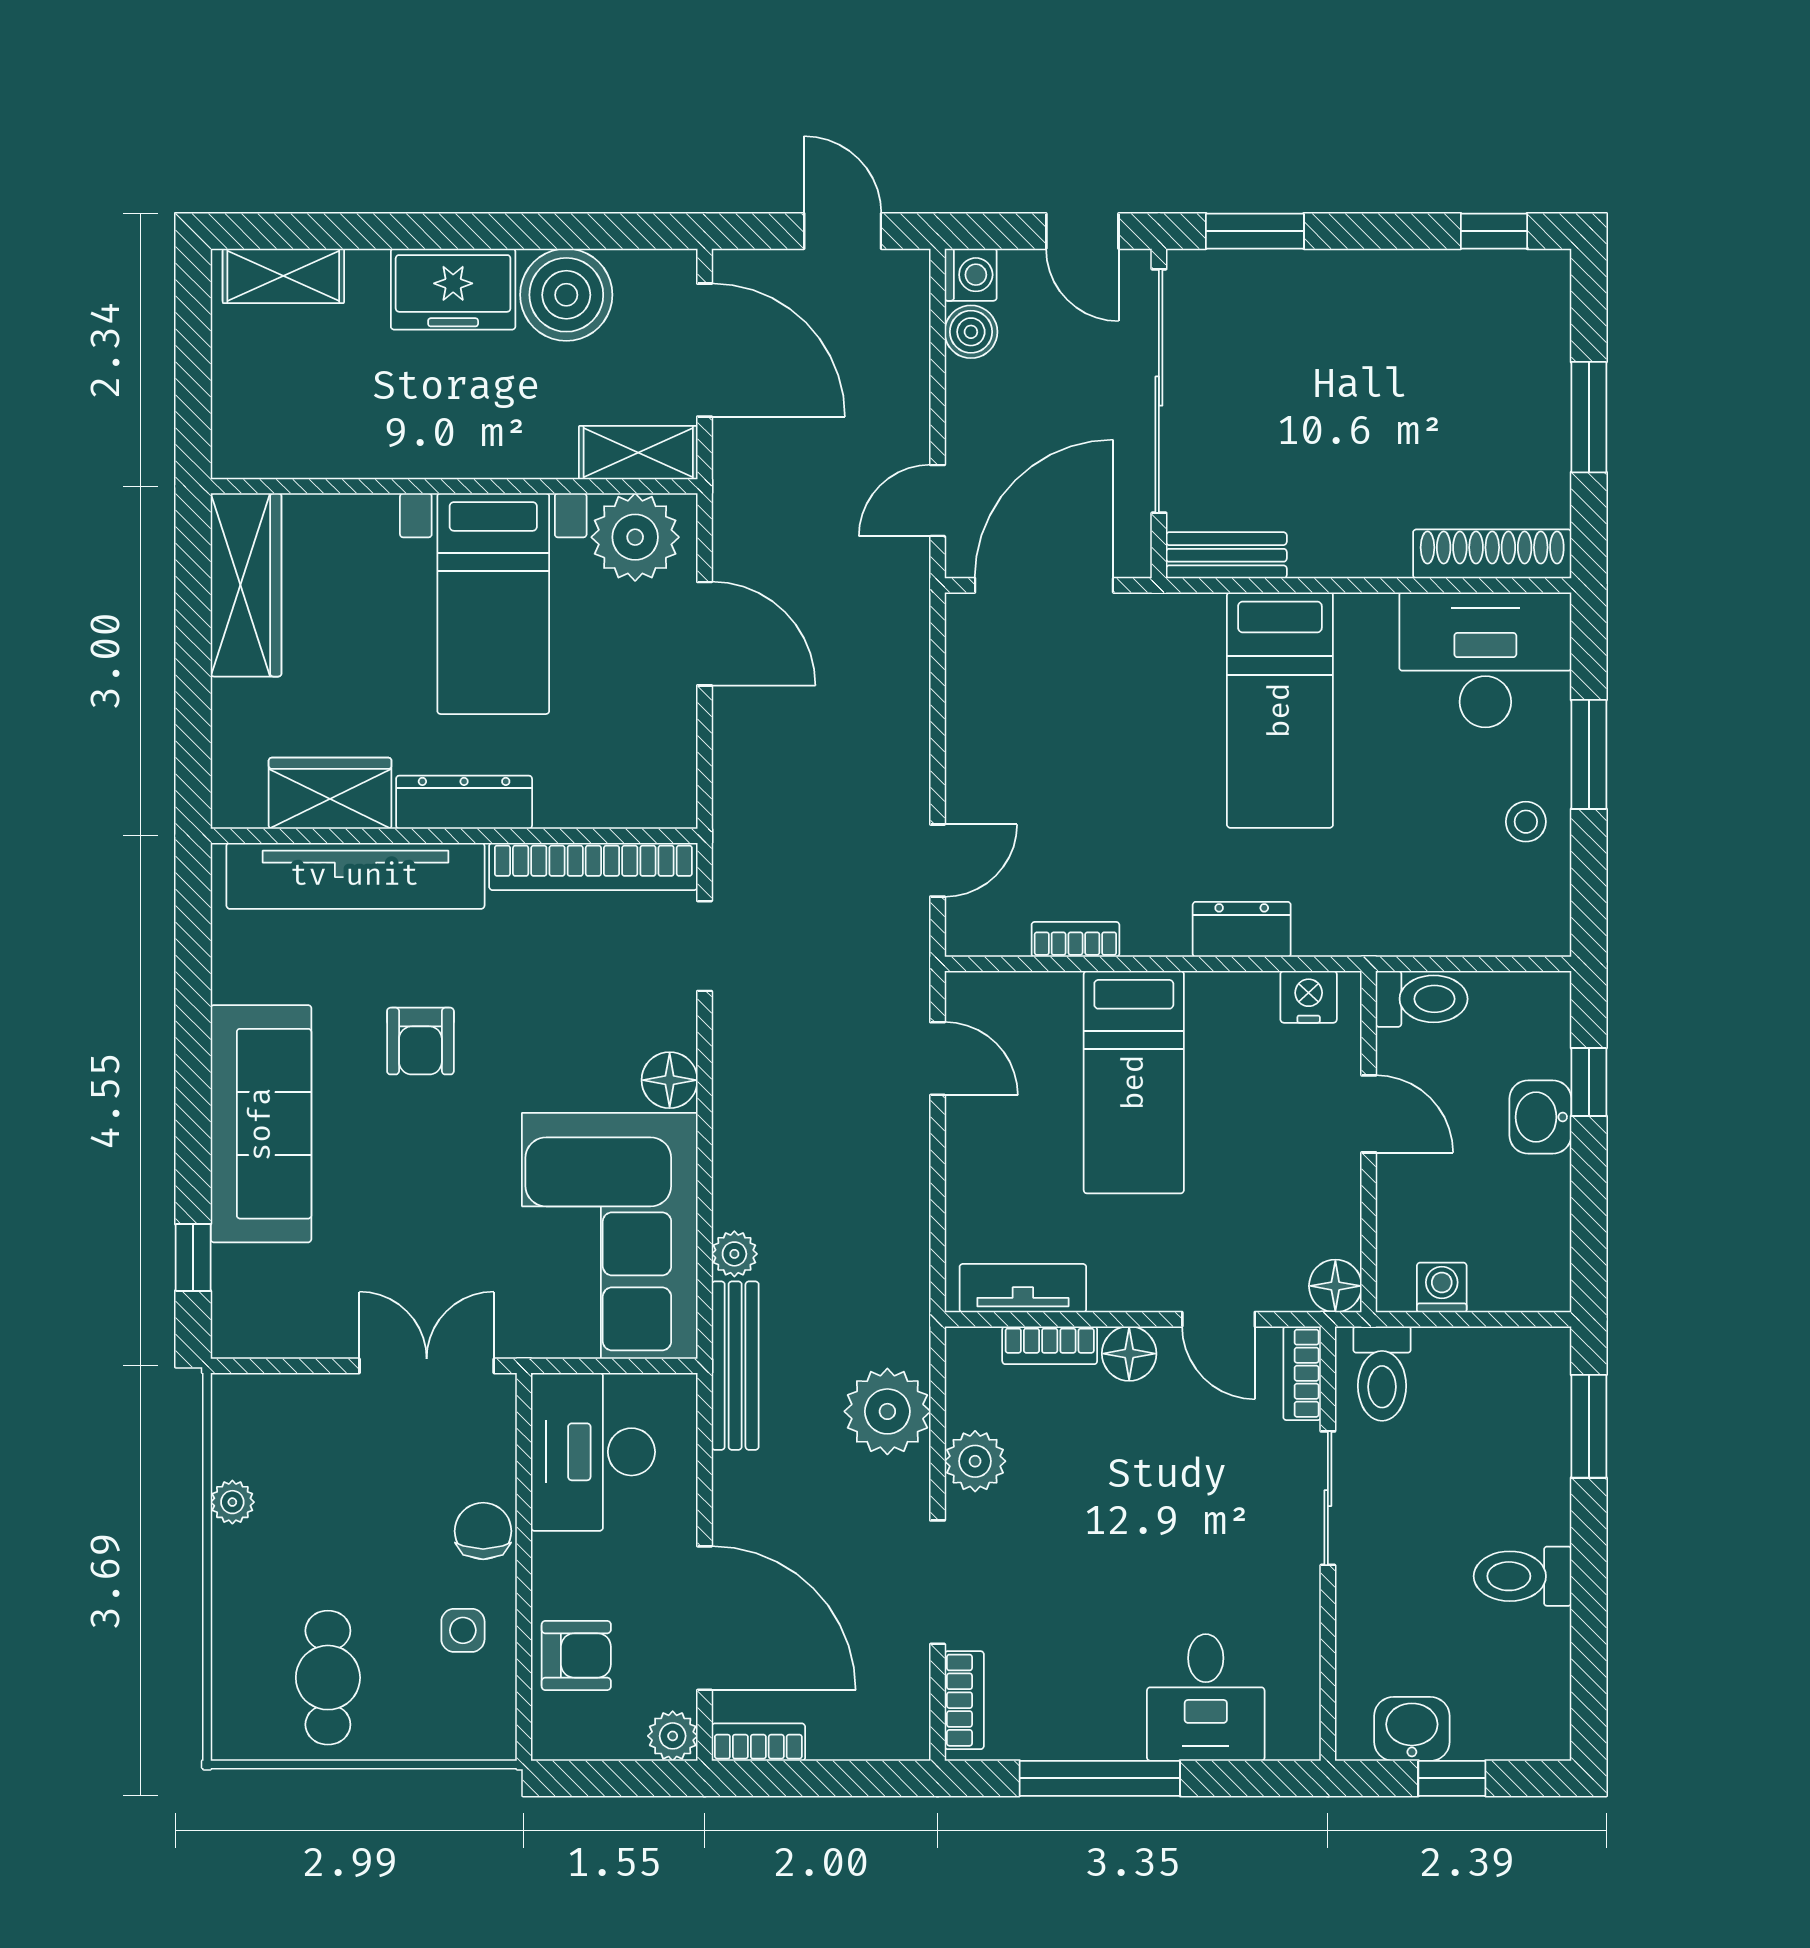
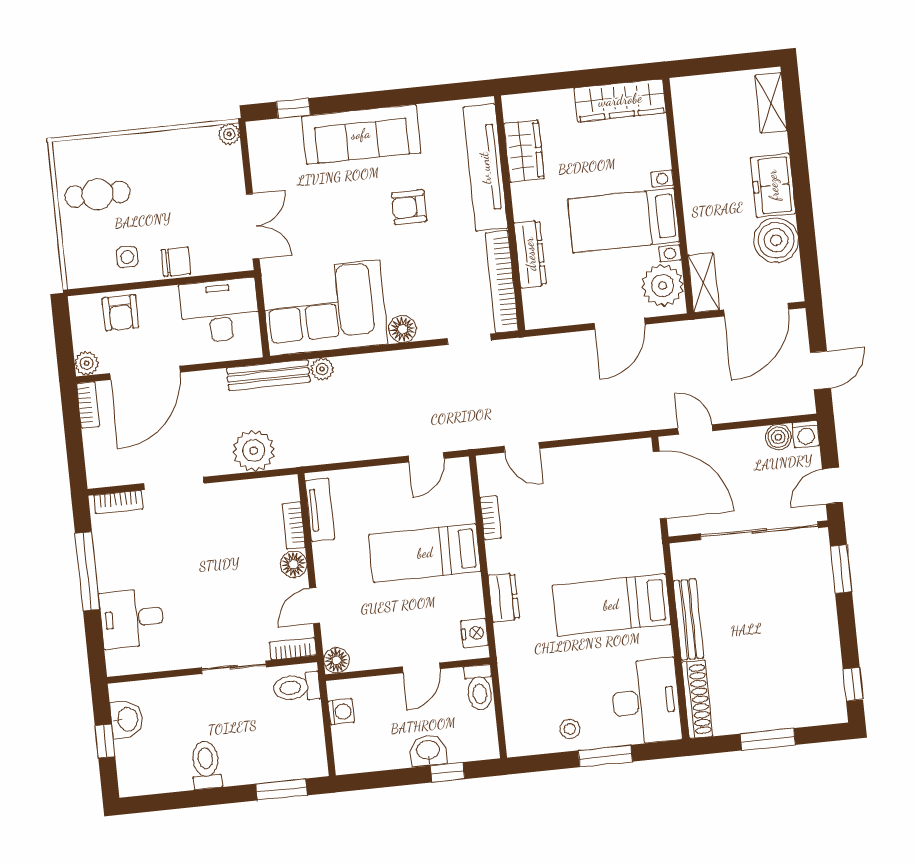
bench: (1226, 555) -> (688, 619), moved, width x1.36
dresser: (464, 802) -> (530, 254), moved
plant: (975, 1461) -> (234, 495), removed
plant: (232, 1502) -> (229, 134), moved

